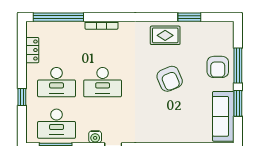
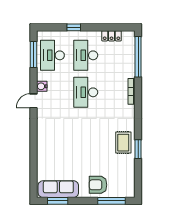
window: (189, 17) -> (138, 149), moved
window: (238, 66) -> (112, 201), moved
armchair: (170, 79) -> (88, 146), removed
window: (238, 103) -> (58, 201), moved

